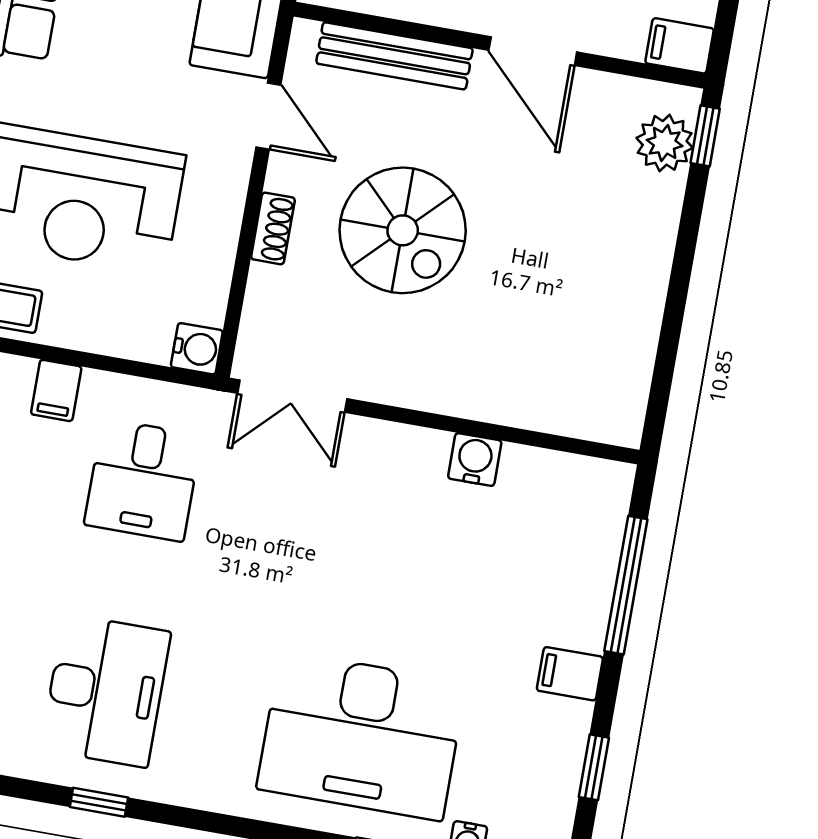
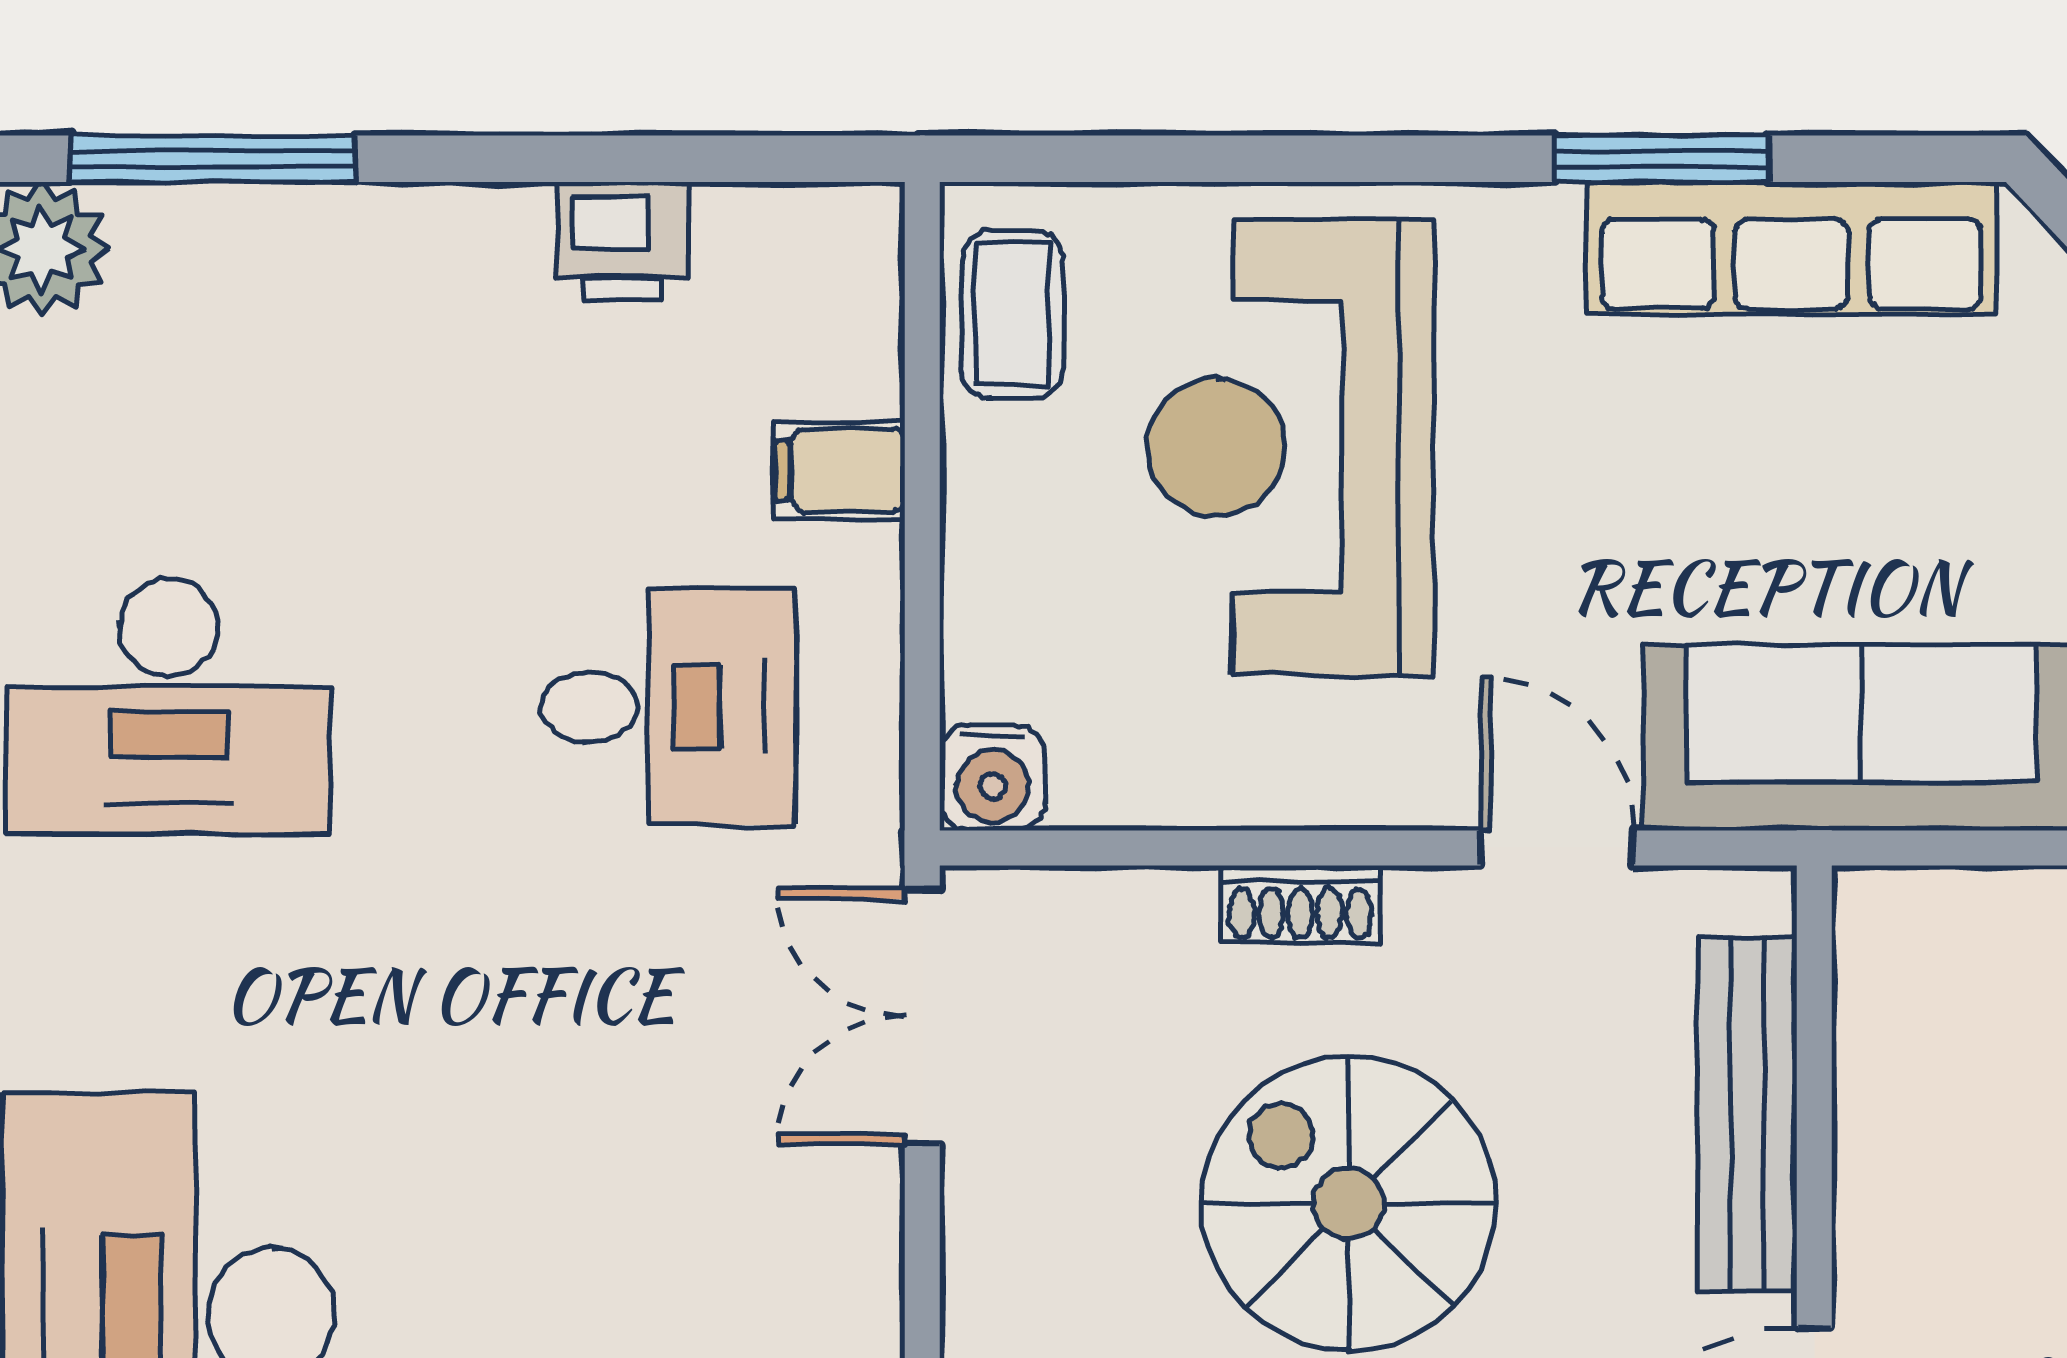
door: (268, 116) -> (1557, 848), swing flipped
spiral stairs: (403, 230) -> (1349, 1203), turned 90
desk: (143, 480) -> (669, 707), turned 180

